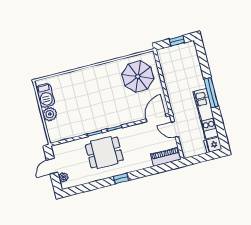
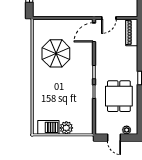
parasol: (138, 77) -> (56, 53), moved
door: (156, 118) -> (94, 32), hinge flipped
dining table: (104, 152) -> (119, 96), moved

